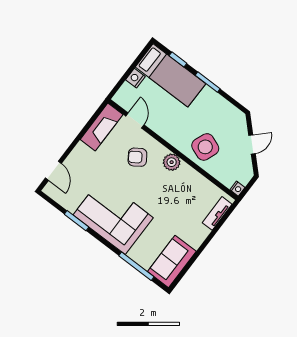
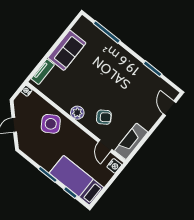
nightstand: (135, 78) -> (114, 166), moved
side table: (205, 147) -> (51, 124), turned 37
corner sofa: (113, 216) -> (124, 72), removed
sofa: (172, 261) -> (67, 50), moved

